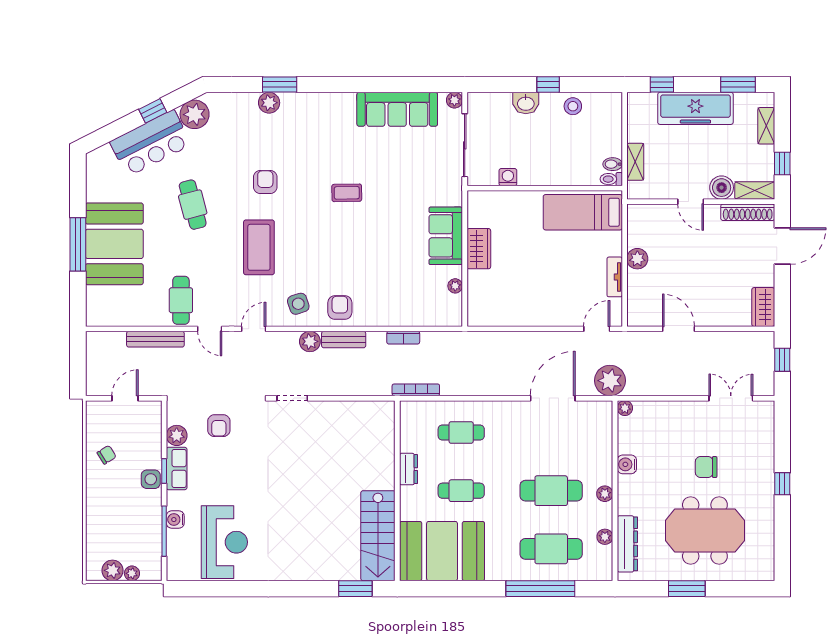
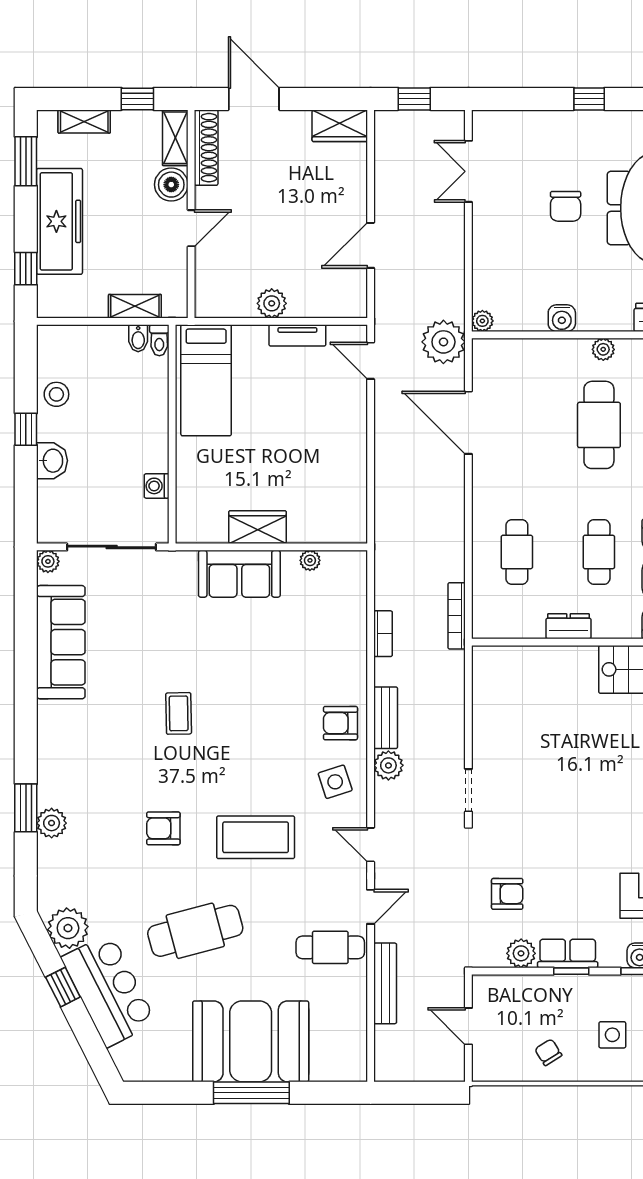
cafe table: (193, 205) -> (195, 931), width x1.37, depth x1.35
side table: (151, 479) -> (612, 1035), moved

